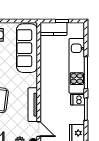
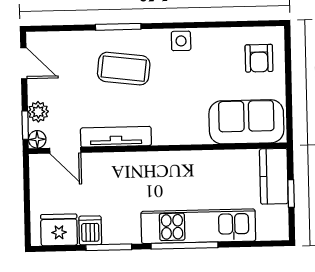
sofa: (27, 48) -> (246, 122), width x0.73
dishwasher: (78, 100) -> (90, 230), moved
door: (39, 129) -> (65, 150), hinge flipped

